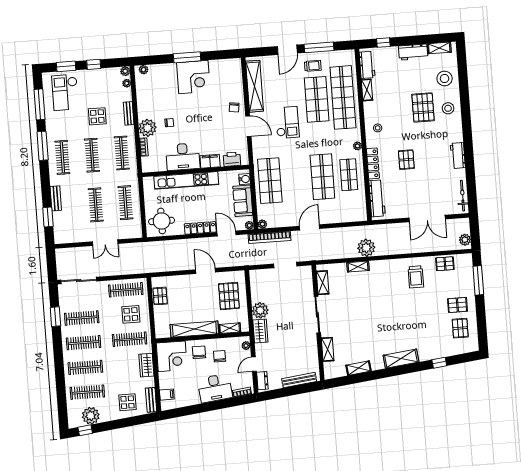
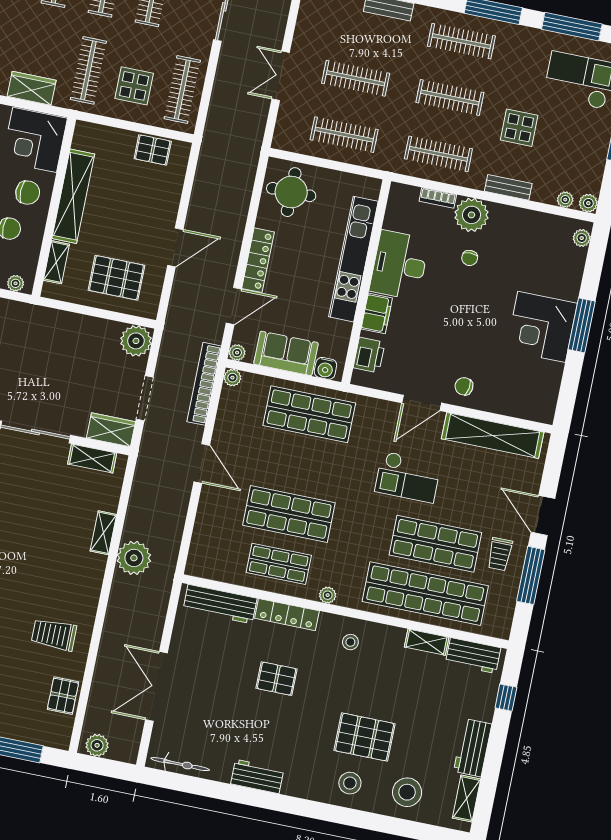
plant: (260, 310) -> (136, 341), moved
wardrobe: (260, 331) -> (111, 430), moved, turned 180

